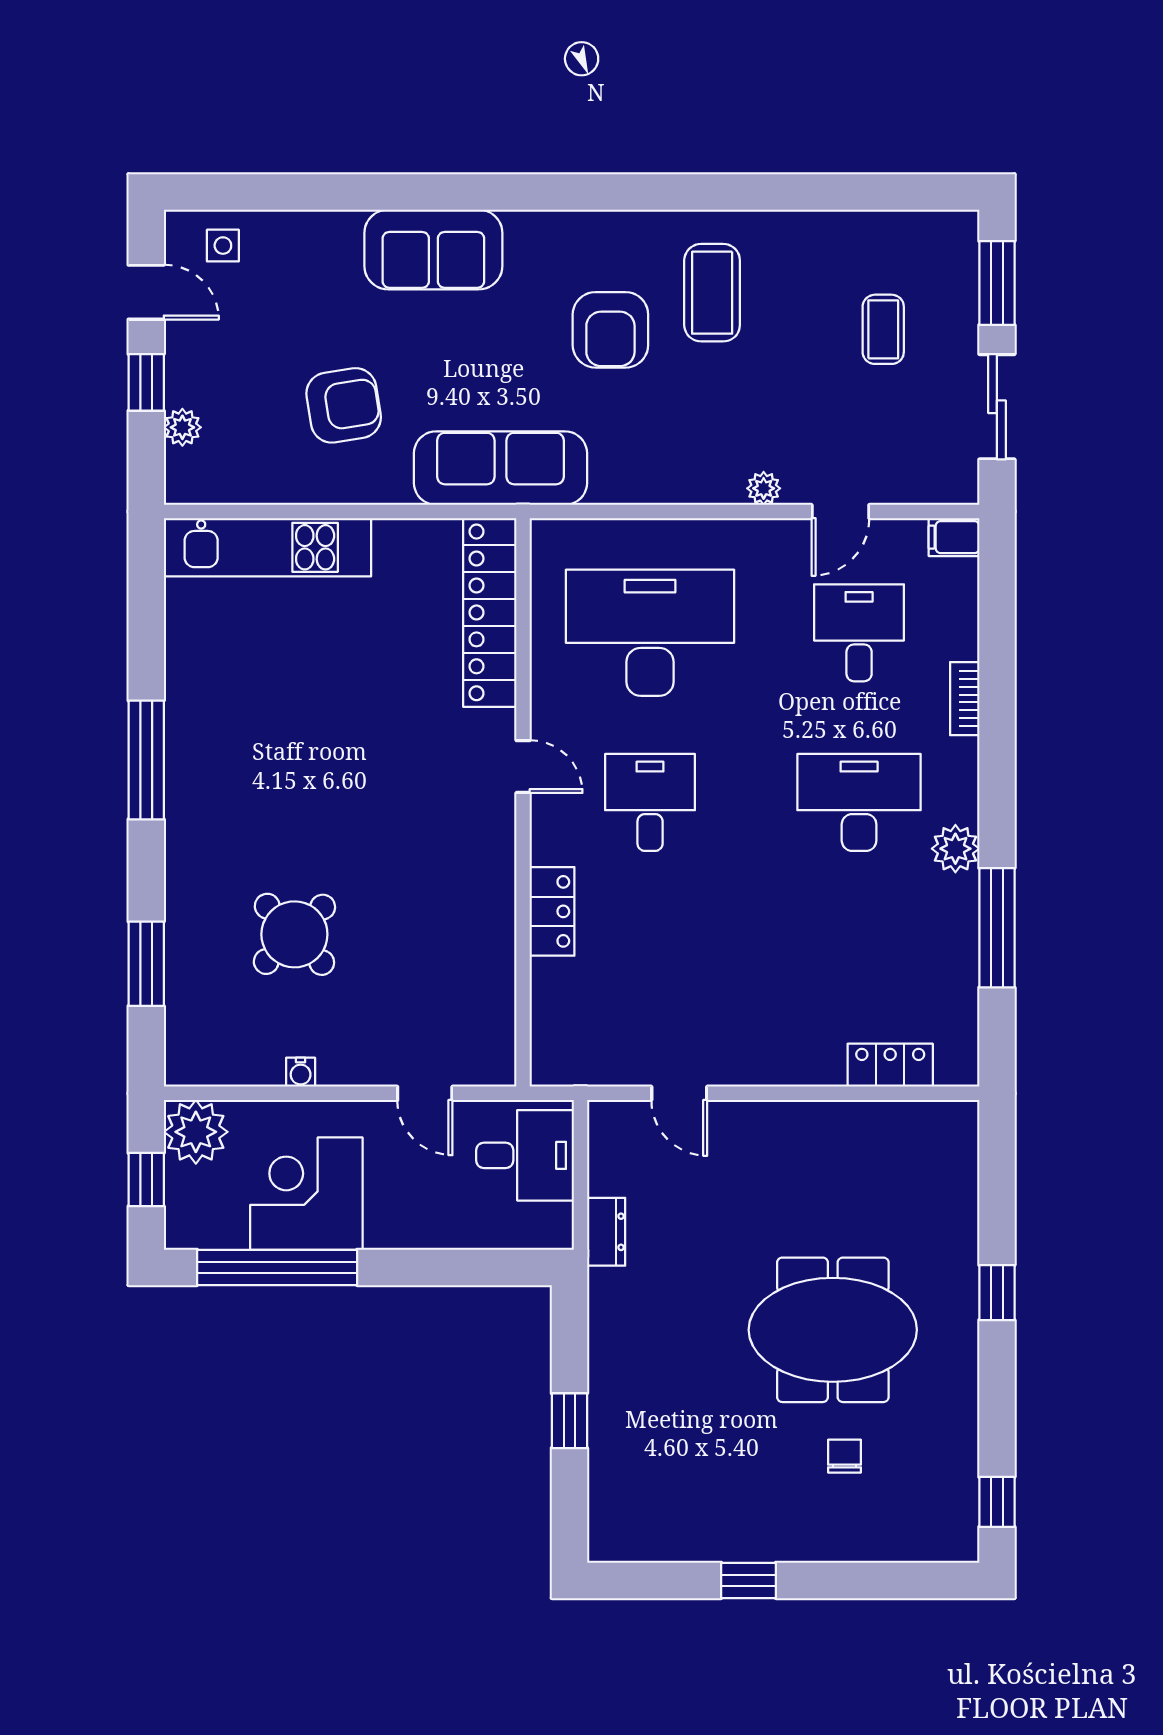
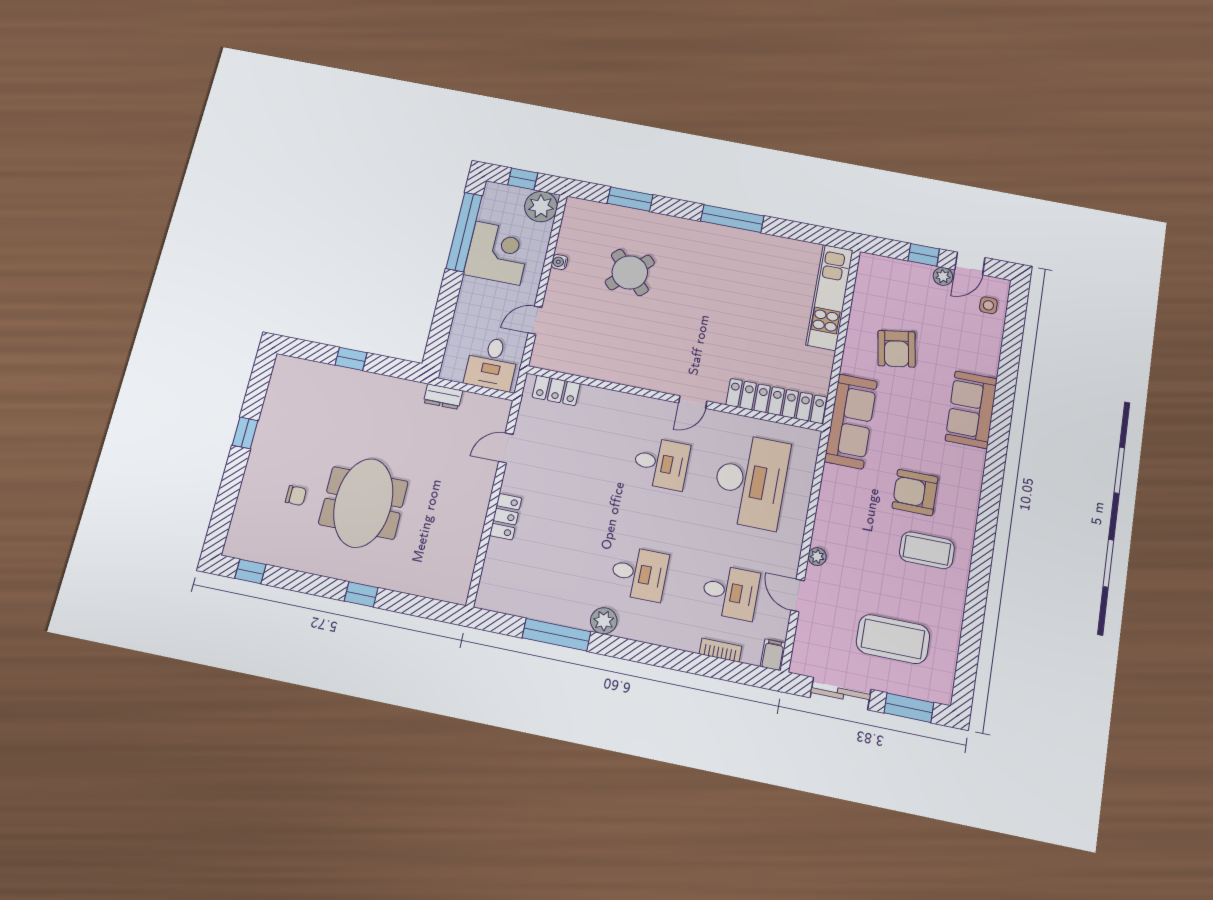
coffee table: (883, 329) -> (893, 639), width x1.86, depth x1.72
plant: (182, 427) -> (943, 276), moved
bookcase: (965, 699) -> (720, 650), moved
desk: (859, 802) -> (639, 574), width x0.73
locker: (552, 911) -> (556, 390), moved
locker: (890, 1065) -> (506, 517), moved

